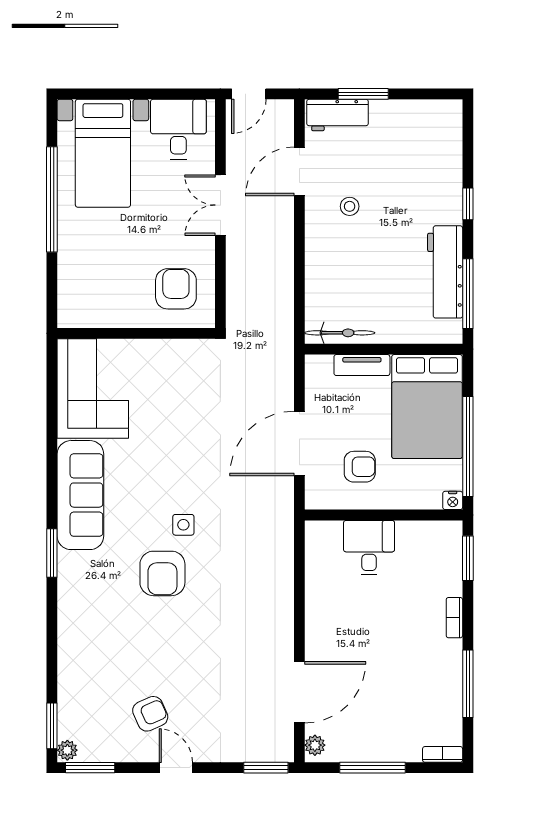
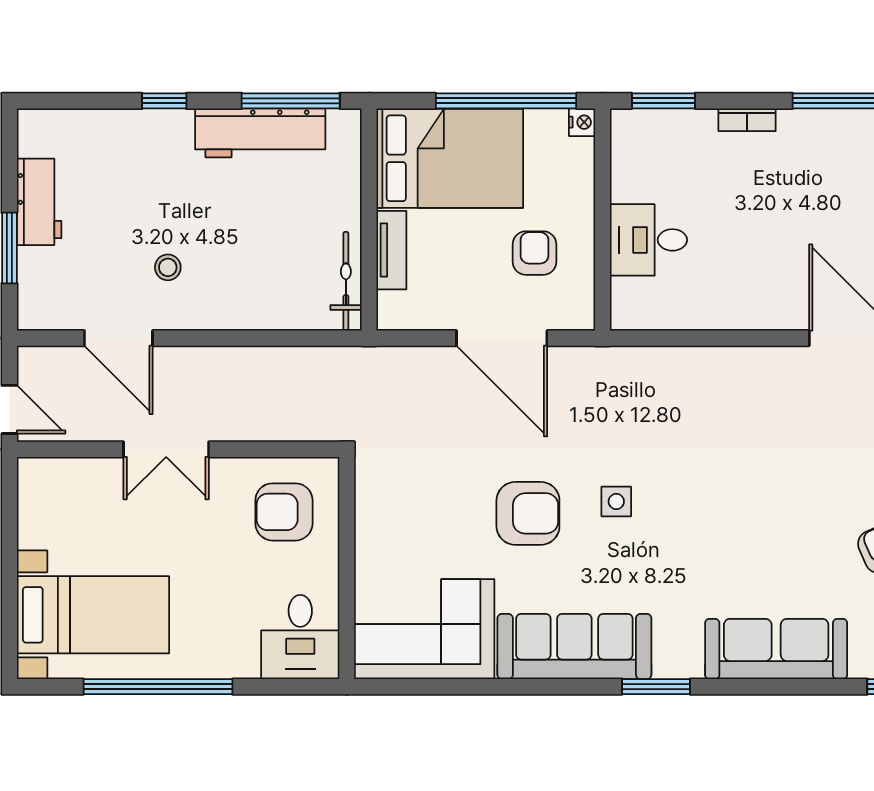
workbench: (338, 115) -> (39, 202), moved
desk: (178, 129) -> (300, 637), moved, turned -90
armchair: (162, 573) -> (528, 513), moved
sofa: (79, 638) -> (776, 649), added

